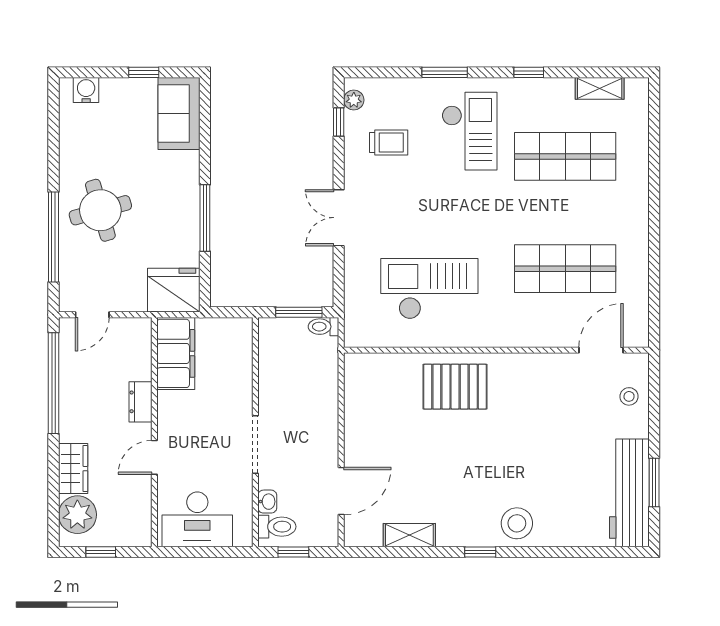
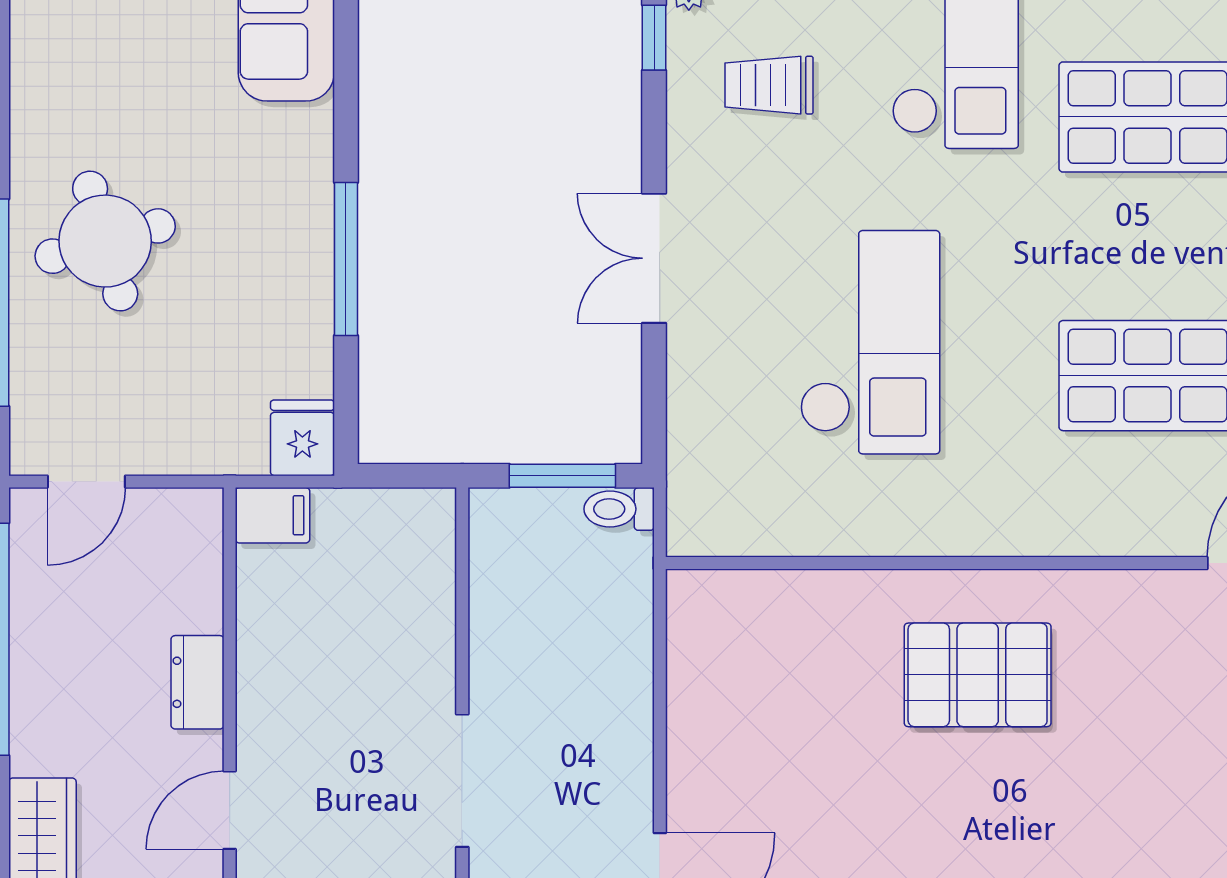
trolley: (389, 143) -> (769, 85), turned 180
checkout: (429, 289) -> (870, 342), moved, turned 90
fridge: (174, 290) -> (302, 438), width x0.53, depth x0.75
filing cabinet: (176, 353) -> (273, 515), width x0.33, depth x0.86
pallet: (455, 387) -> (978, 675), moved

